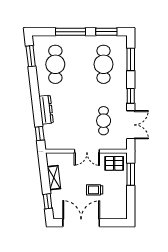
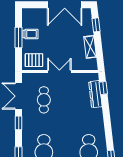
dresser: (46, 110) -> (95, 94), moved
window: (131, 174) -> (19, 38), moved
trolley: (95, 190) -> (30, 34), moved

